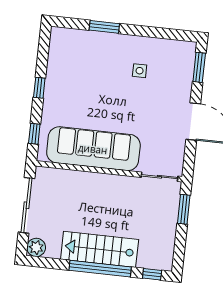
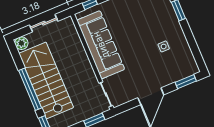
sliding door: (27, 205) -> (44, 23), width x0.73
stairs: (100, 249) -> (46, 80), width x1.36, depth x1.51

